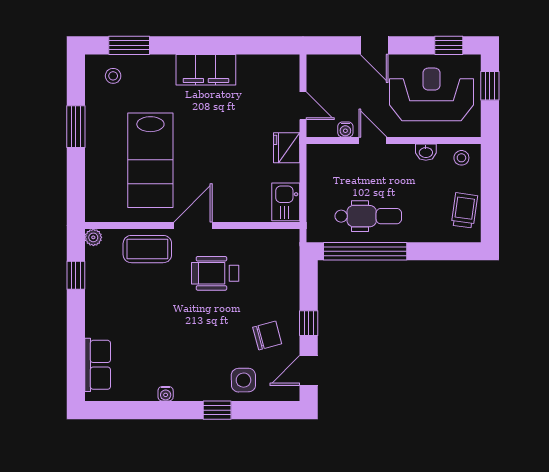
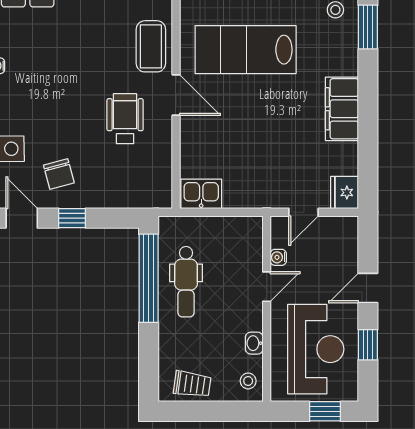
window: (449, 45) -> (368, 345), moved
fridge: (287, 148) -> (345, 192), moved, turned -90

